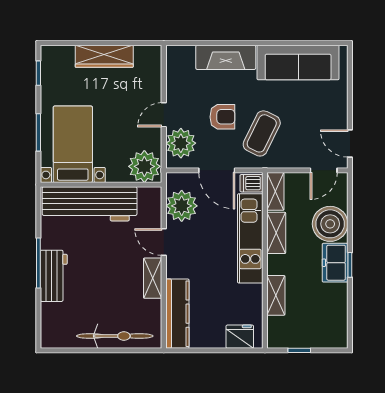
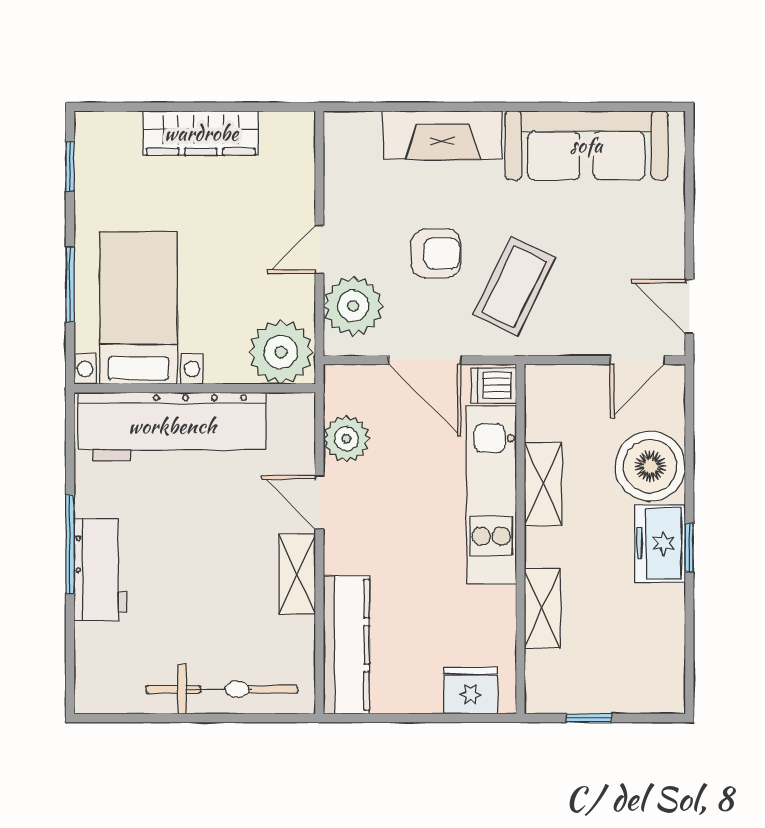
shelving: (275, 191) -> (541, 402), removed
plant: (182, 206) -> (346, 439), width x0.73, depth x0.73

